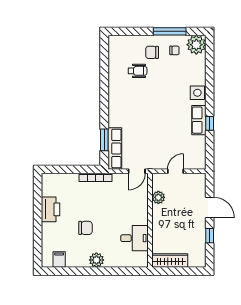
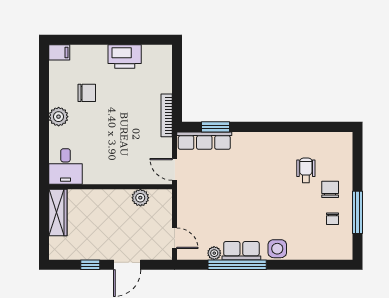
plant: (196, 45) -> (214, 253), moved, width x0.53, depth x0.53
wheelchair: (137, 71) -> (306, 170), turned 180
window: (210, 123) -> (237, 265), width x3.17
door: (175, 171) -> (175, 238), moved
chair: (85, 228) -> (87, 93), moved, turned -90
desk: (134, 238) -> (66, 166), moved
filing cabinet: (59, 259) -> (59, 52), moved

